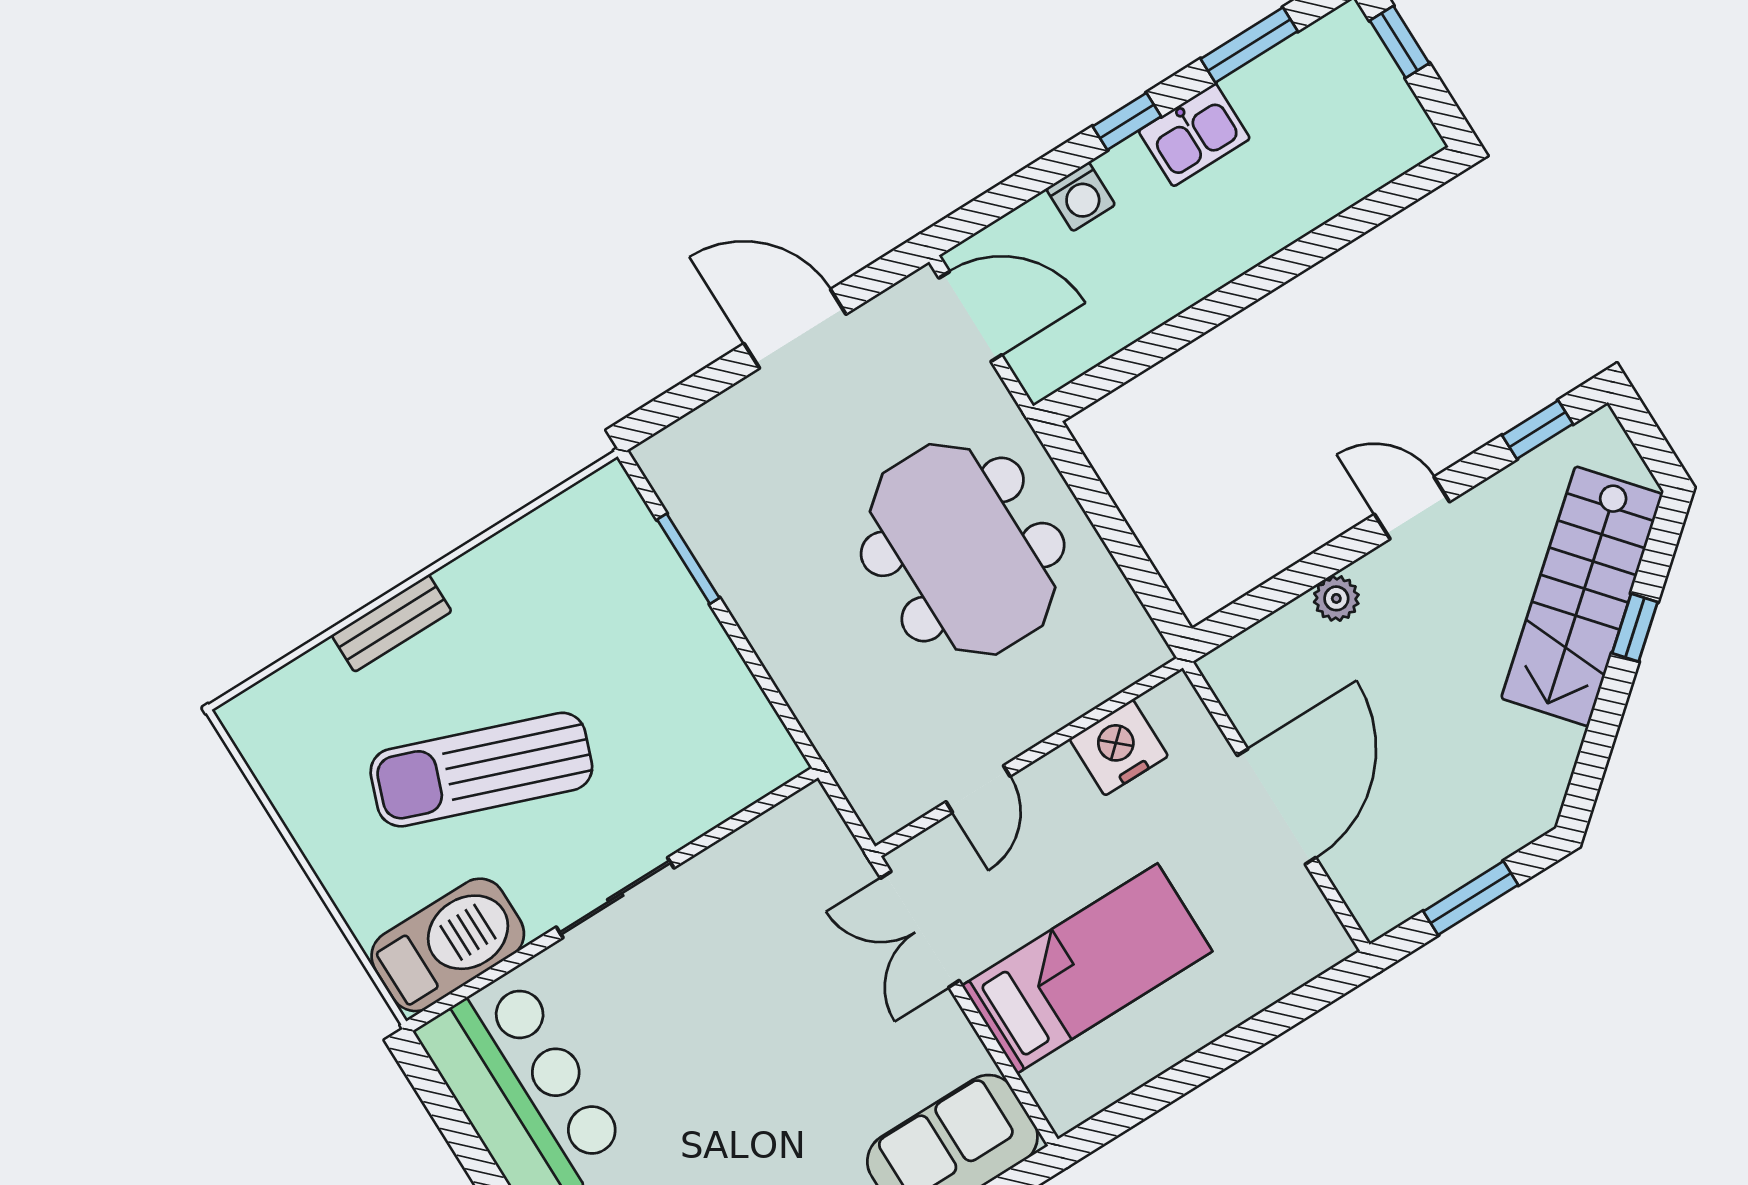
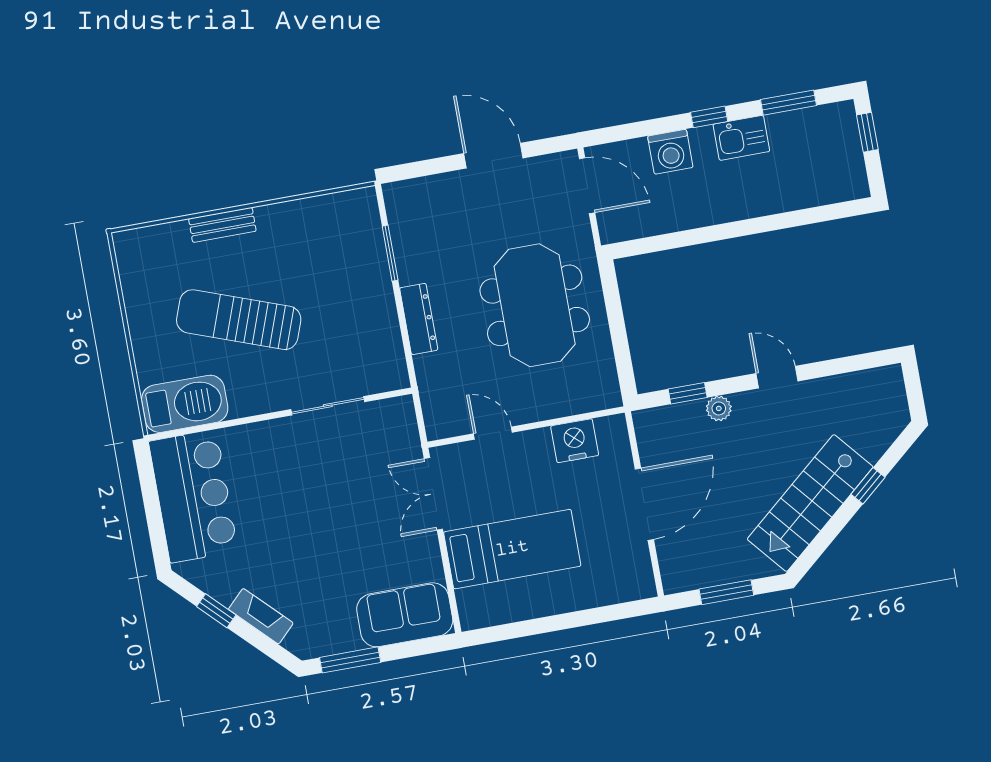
washing machine: (1081, 197) -> (670, 152), width x1.38, depth x1.38
window: (1537, 430) -> (688, 393), moved
stairs: (1582, 596) -> (810, 503), moved
dresser: (779, 649) -> (419, 319), added
door: (978, 789) -> (493, 433), swing flipped
sliding door: (615, 898) -> (328, 406), moved

